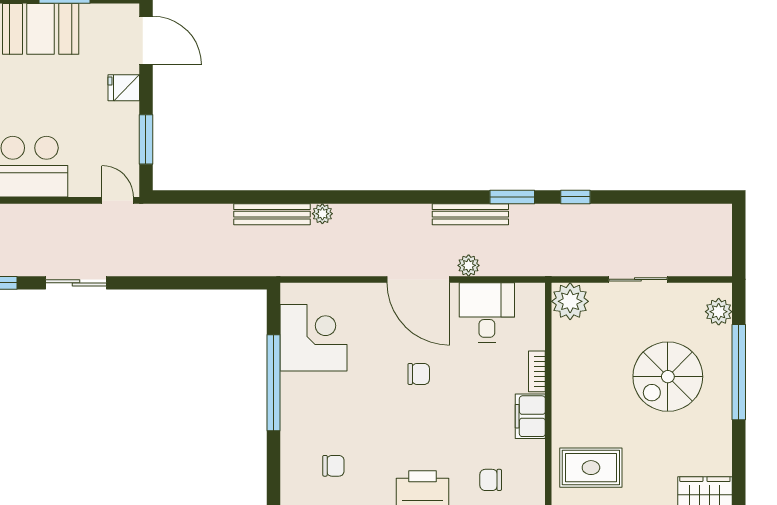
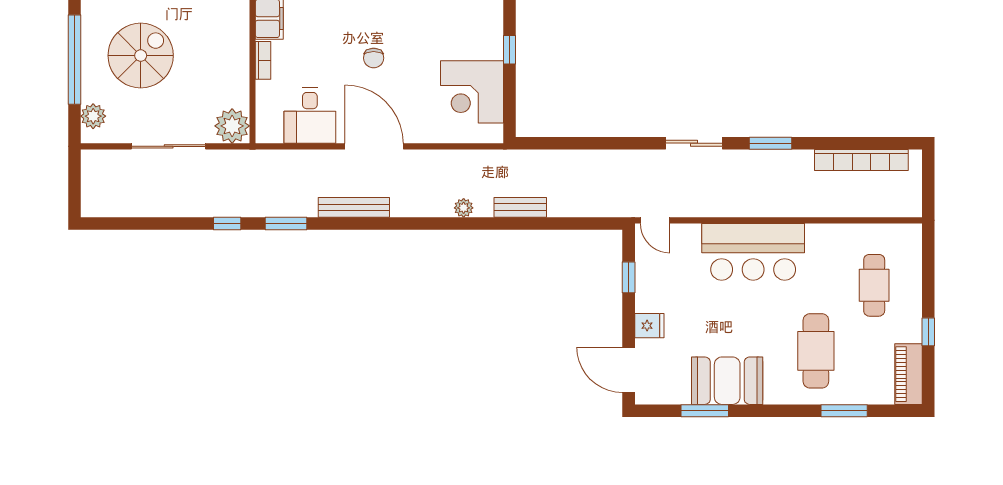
window: (146, 139) -> (629, 277), width x0.67
bench: (272, 214) -> (520, 207), width x0.73
bench: (470, 214) -> (354, 207), moved
plant: (469, 265) -> (327, 160), removed
sliding door: (638, 279) -> (169, 146), width x1.37
chair: (419, 374) -> (374, 58), turned -90
window: (273, 383) -> (509, 50), width x0.32

